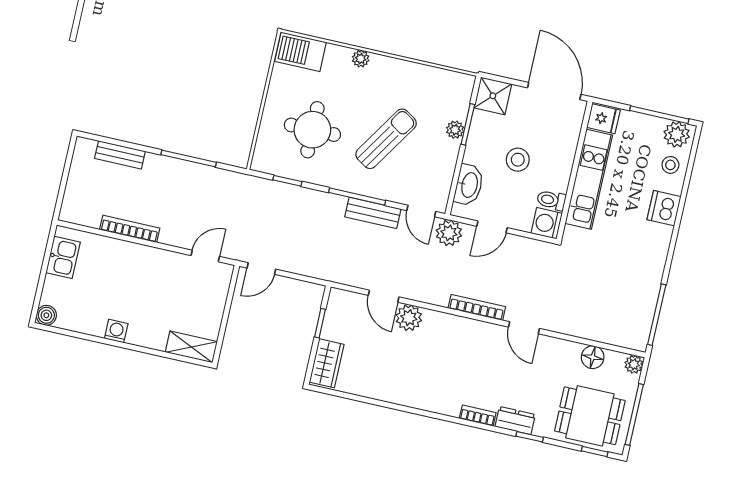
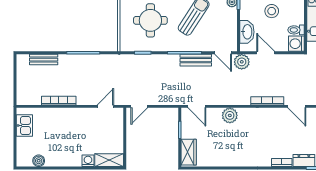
door: (492, 227) -> (266, 53), swing flipped
door: (384, 296) -> (197, 106), moved
boiler: (46, 315) -> (39, 161), moved
washing machine: (116, 331) -> (88, 161), moved

